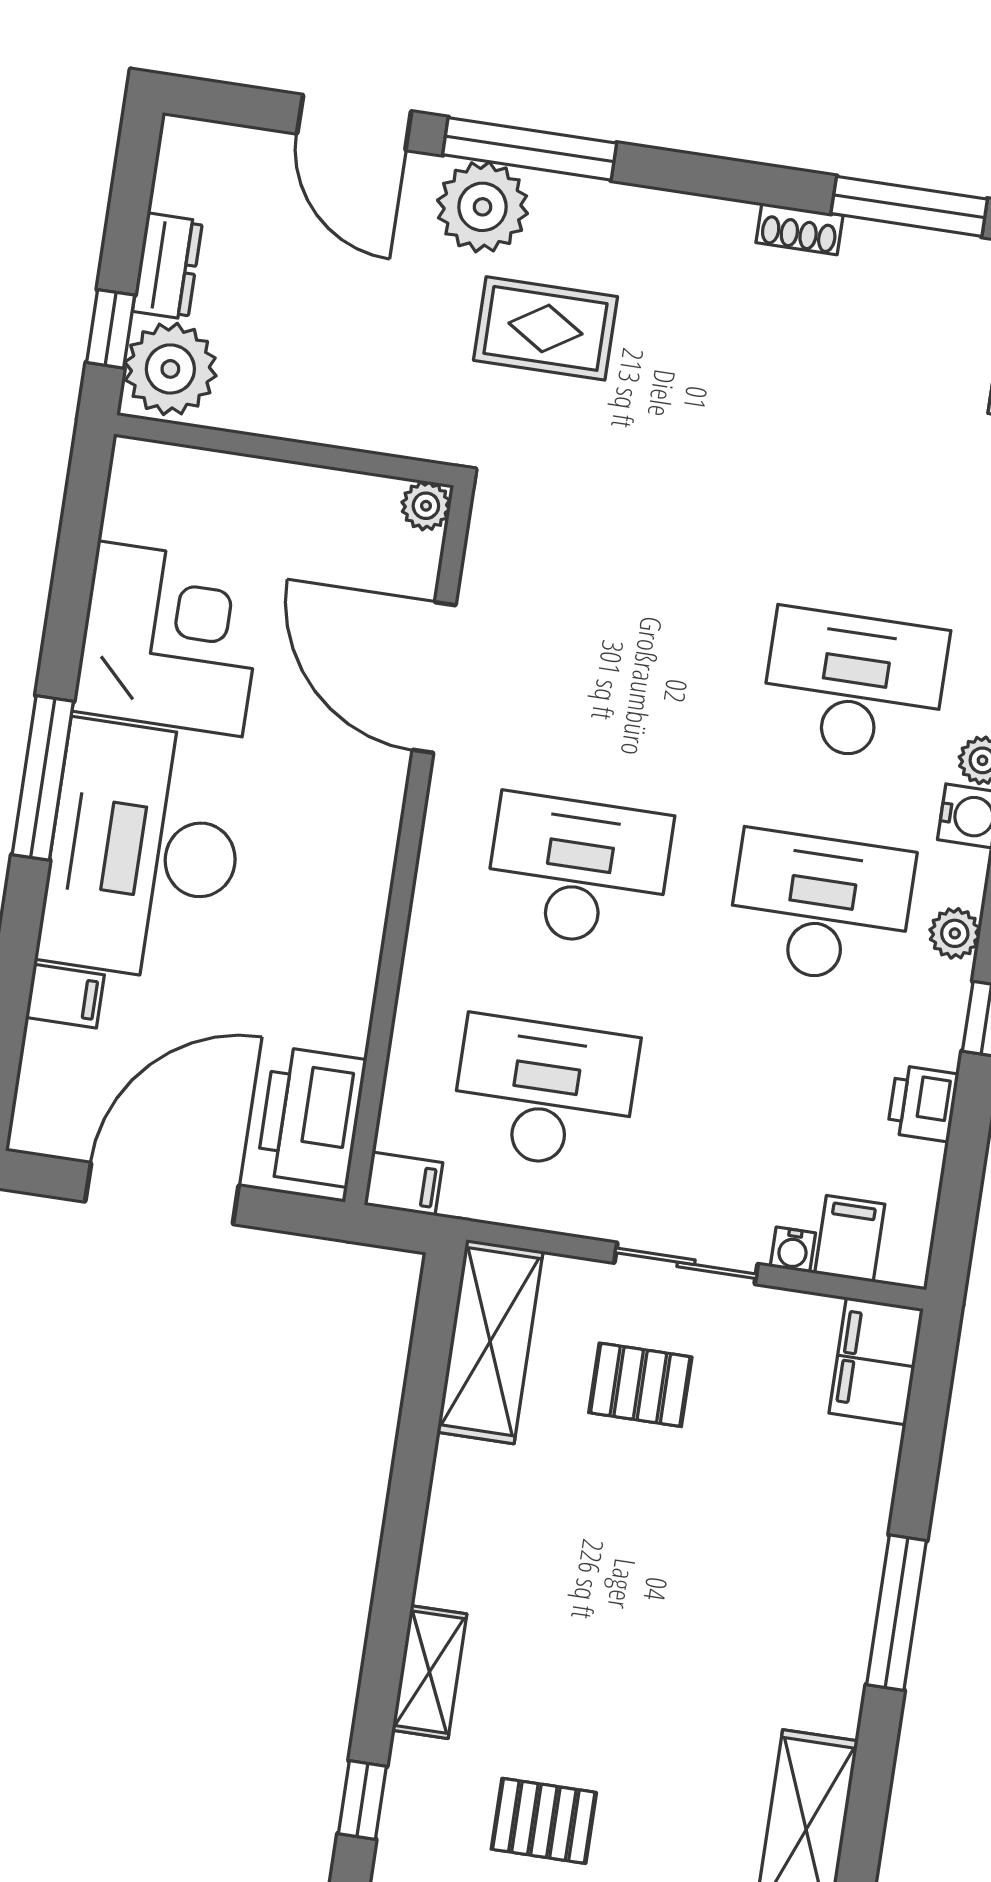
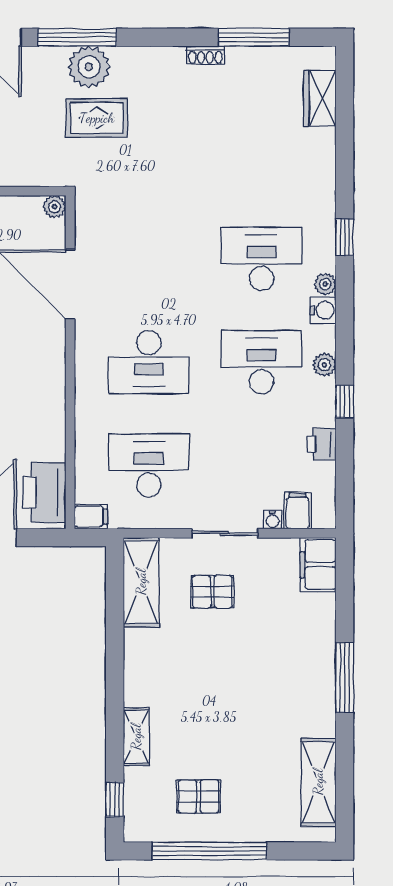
plant: (483, 207) -> (89, 67), moved
desk: (578, 871) -> (149, 362), turned 180

